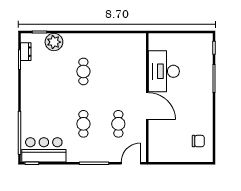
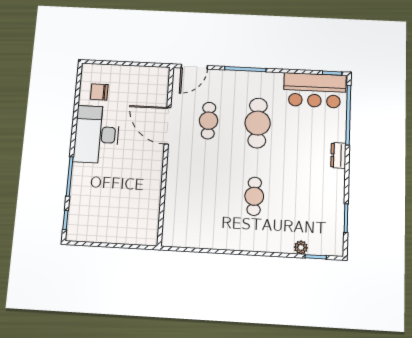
plant: (54, 42) -> (301, 247), width x0.53, depth x0.53
dresser: (26, 52) -> (338, 155), moved
desk: (164, 71) -> (97, 134), moved, turned 180
door: (147, 106) -> (168, 126), moved
cafe table: (83, 124) -> (258, 123), width x1.37, depth x1.35

